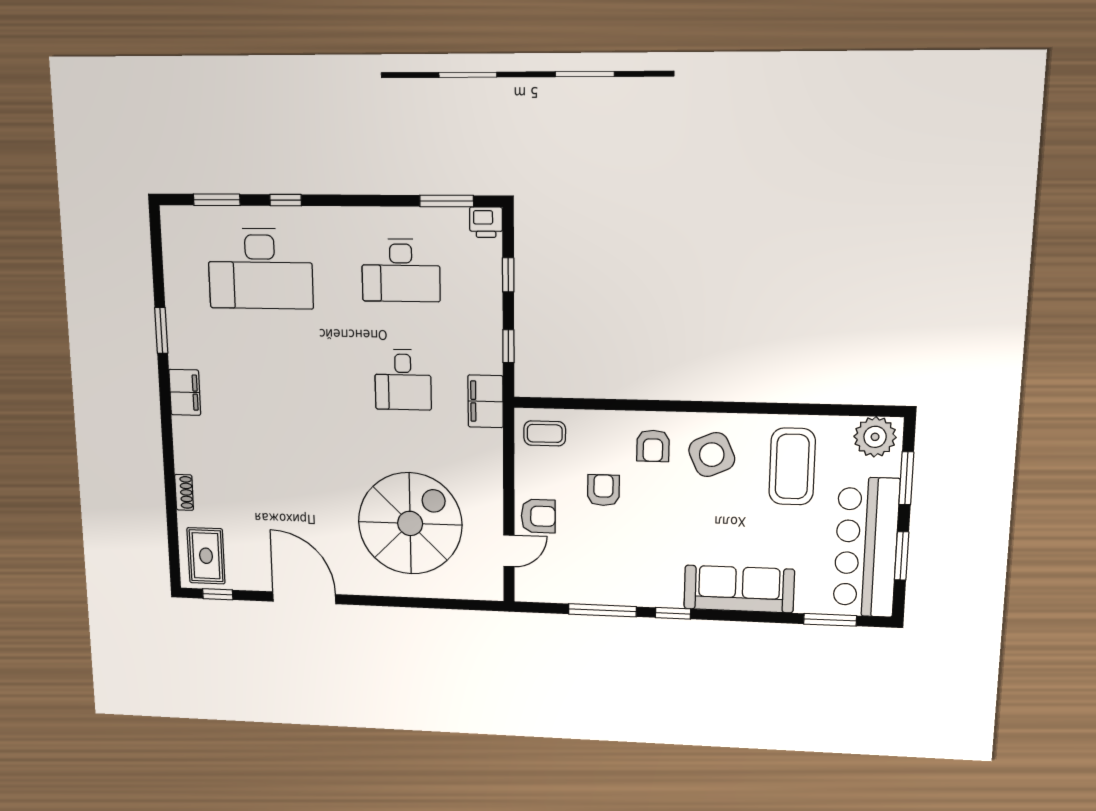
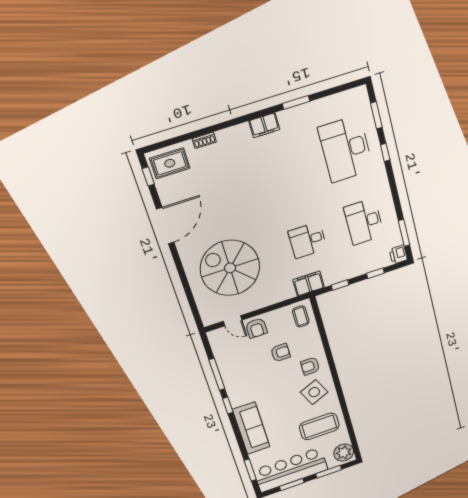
spiral stairs: (410, 523) -> (230, 268), turned 180

